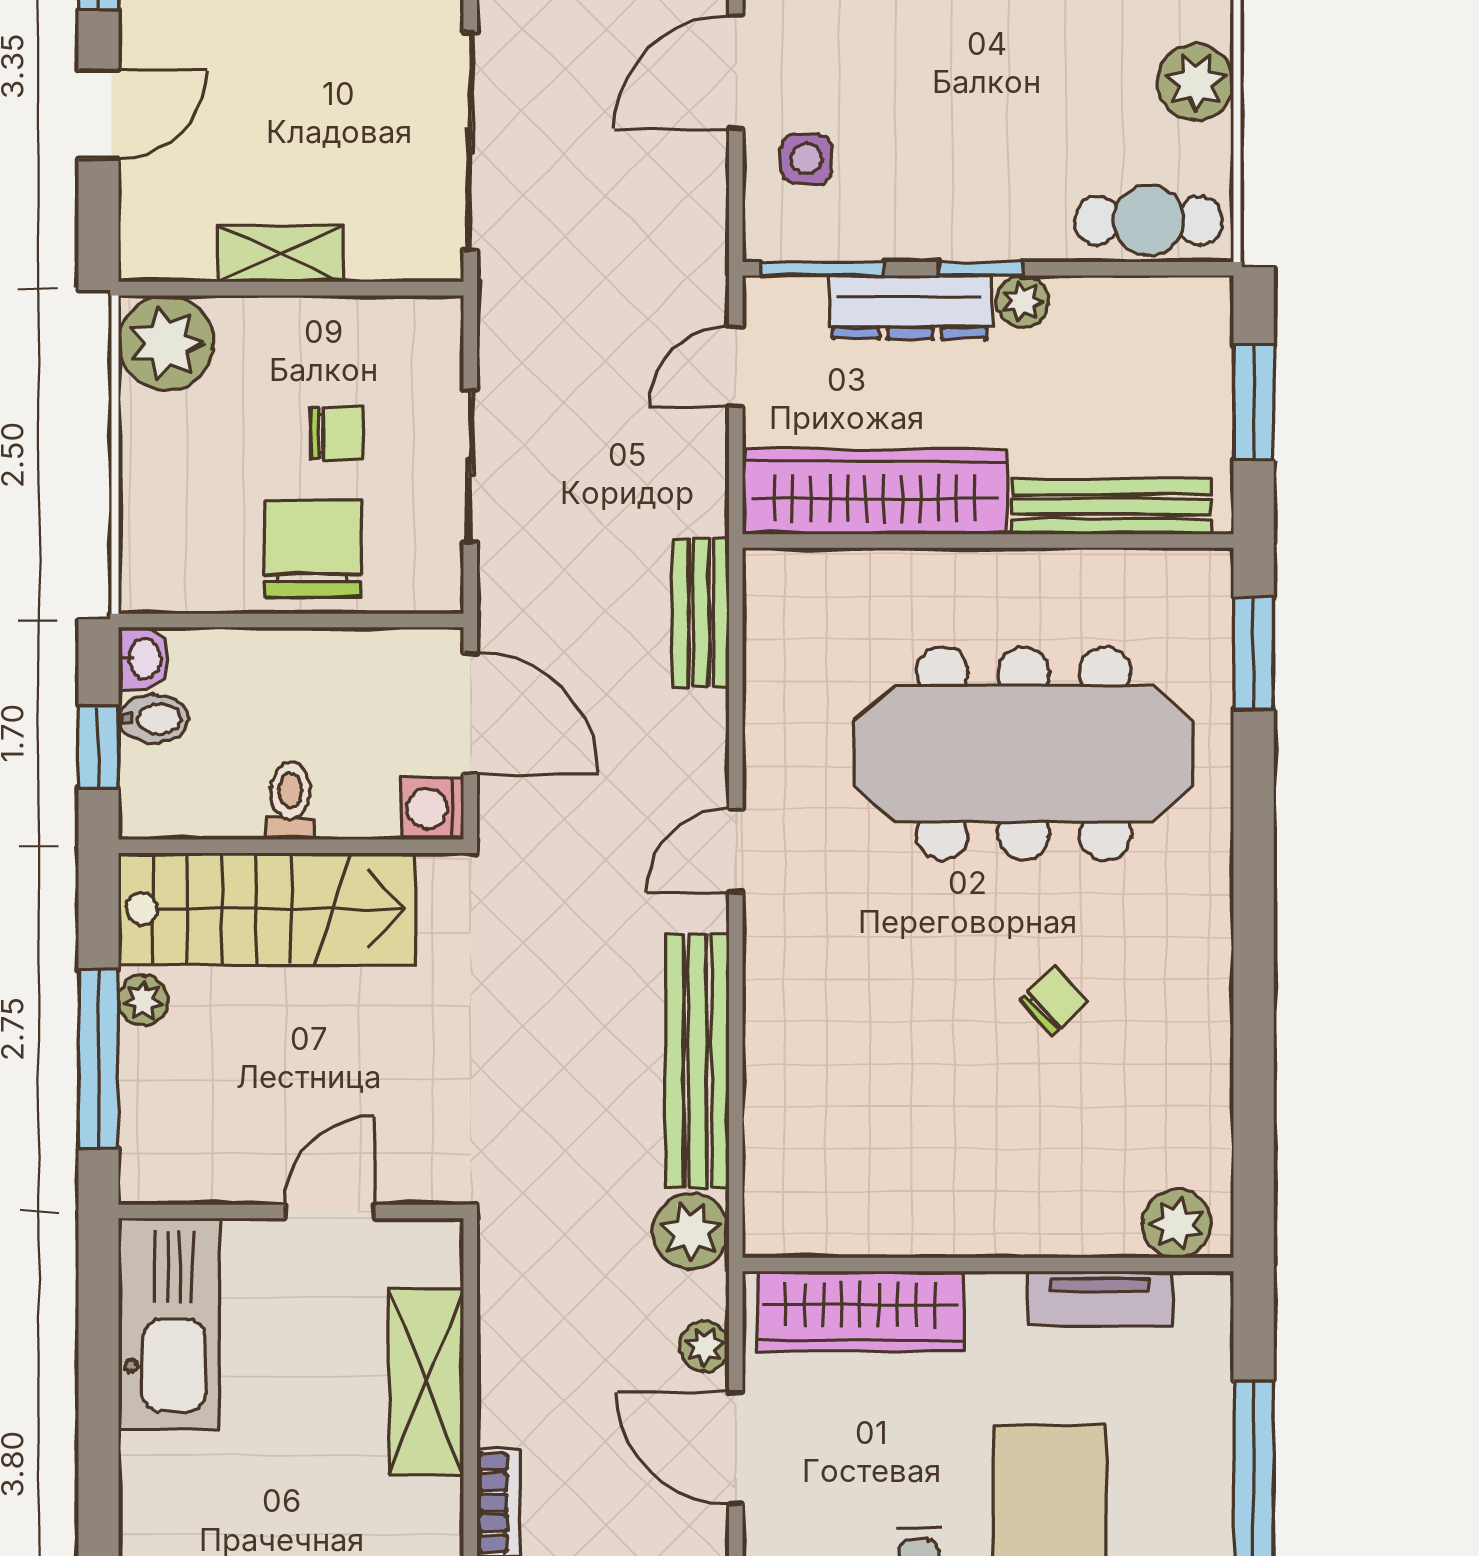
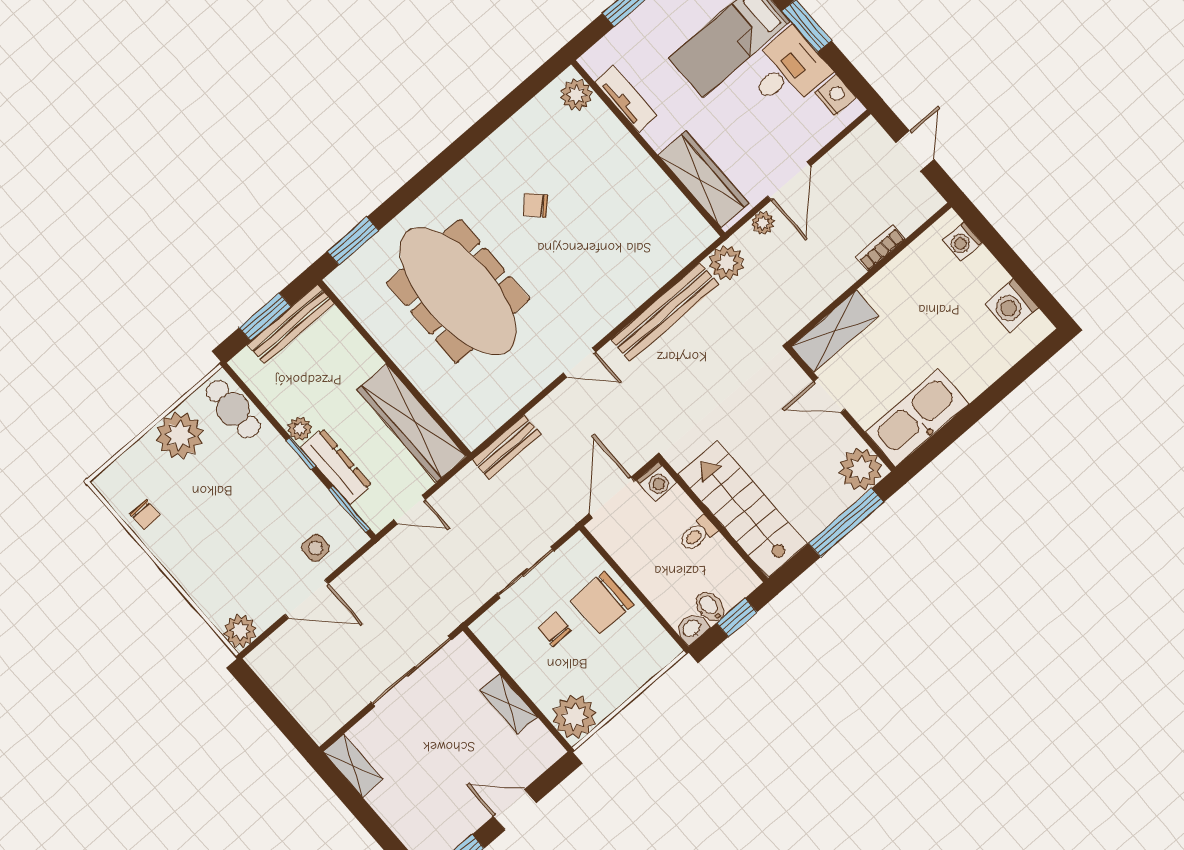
plant: (1196, 82) -> (180, 435), width x1.36, depth x1.36
bench: (1111, 506) -> (291, 324), moved, turned 90
plant: (143, 1000) -> (861, 469), moved, width x1.88, depth x1.88
shelving: (426, 1382) -> (835, 331), moved

